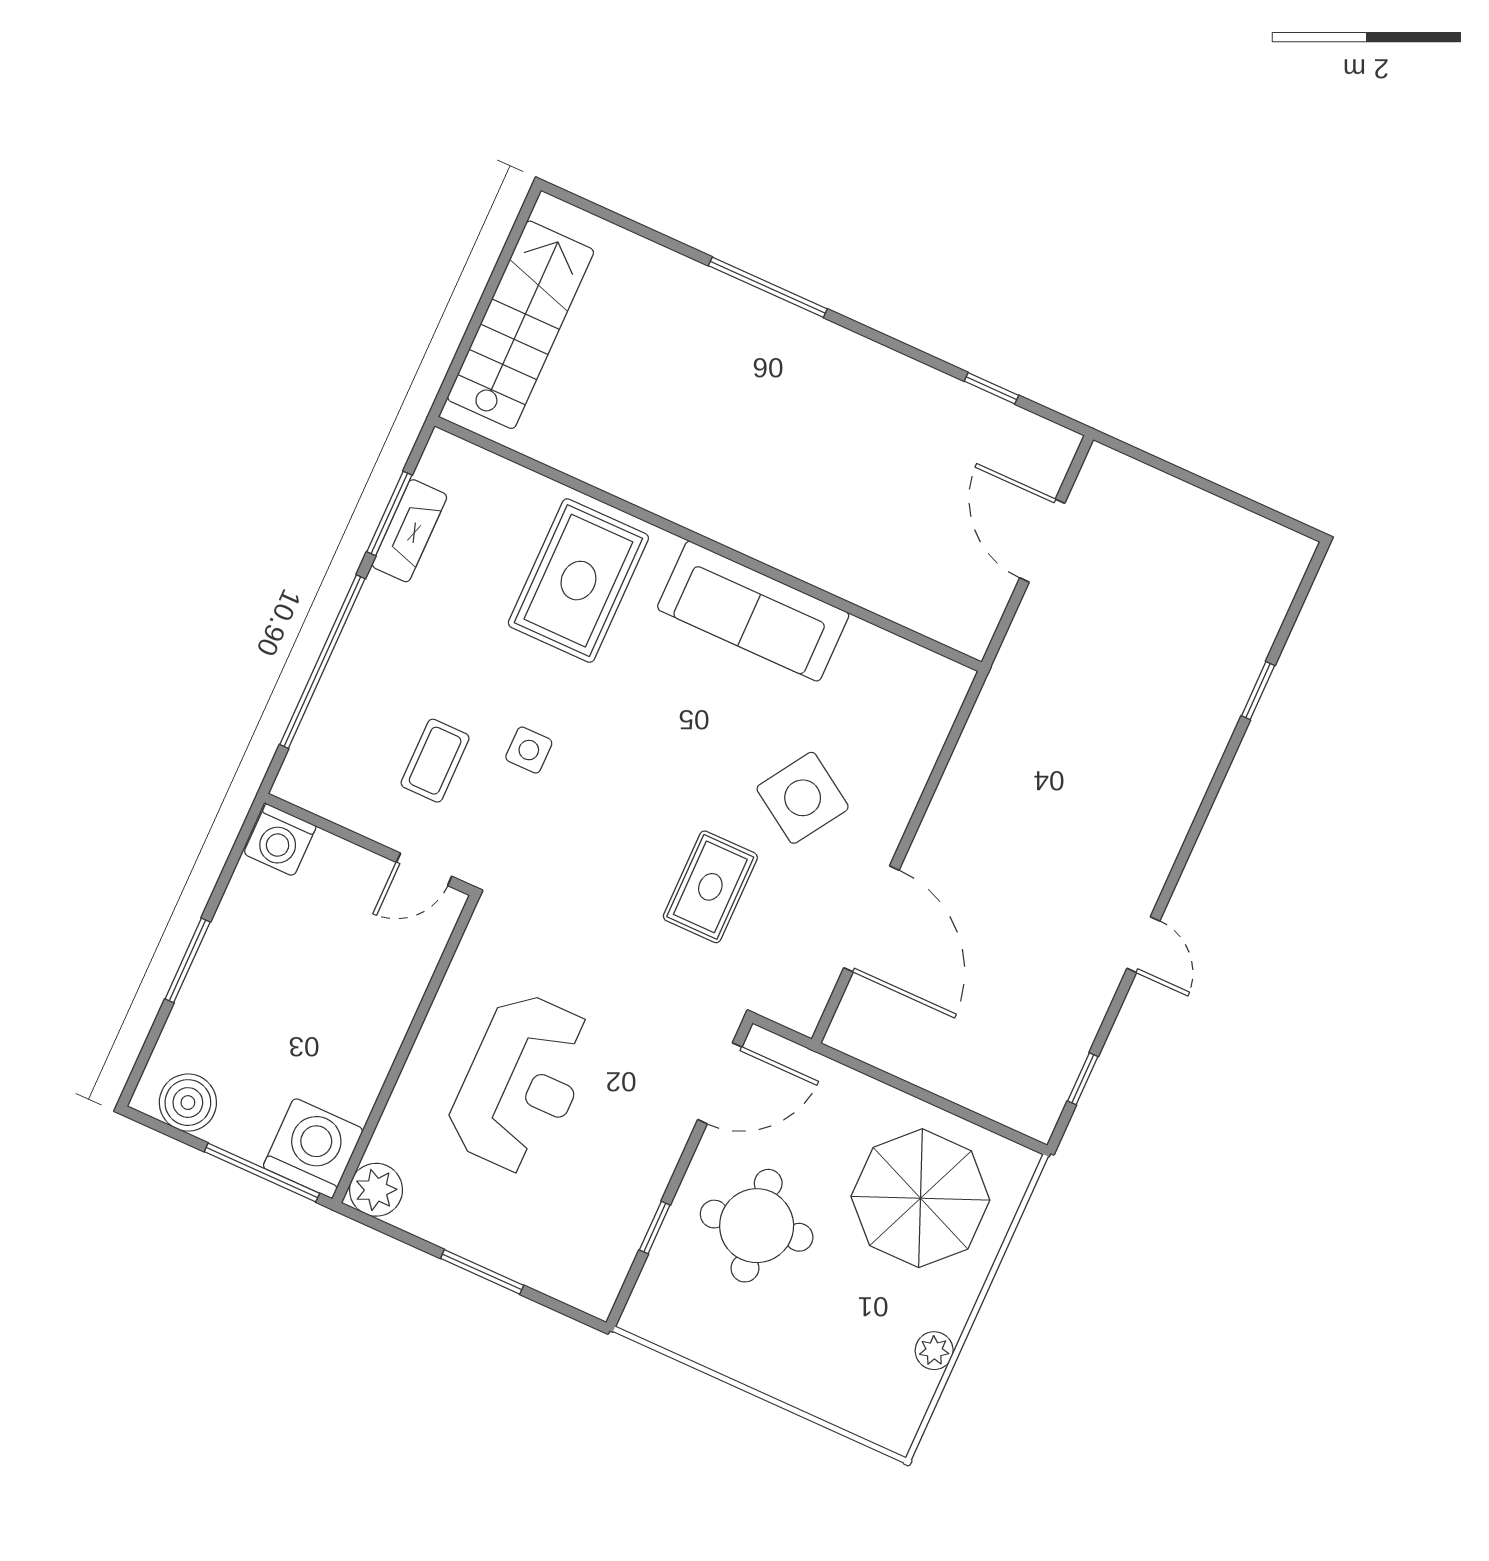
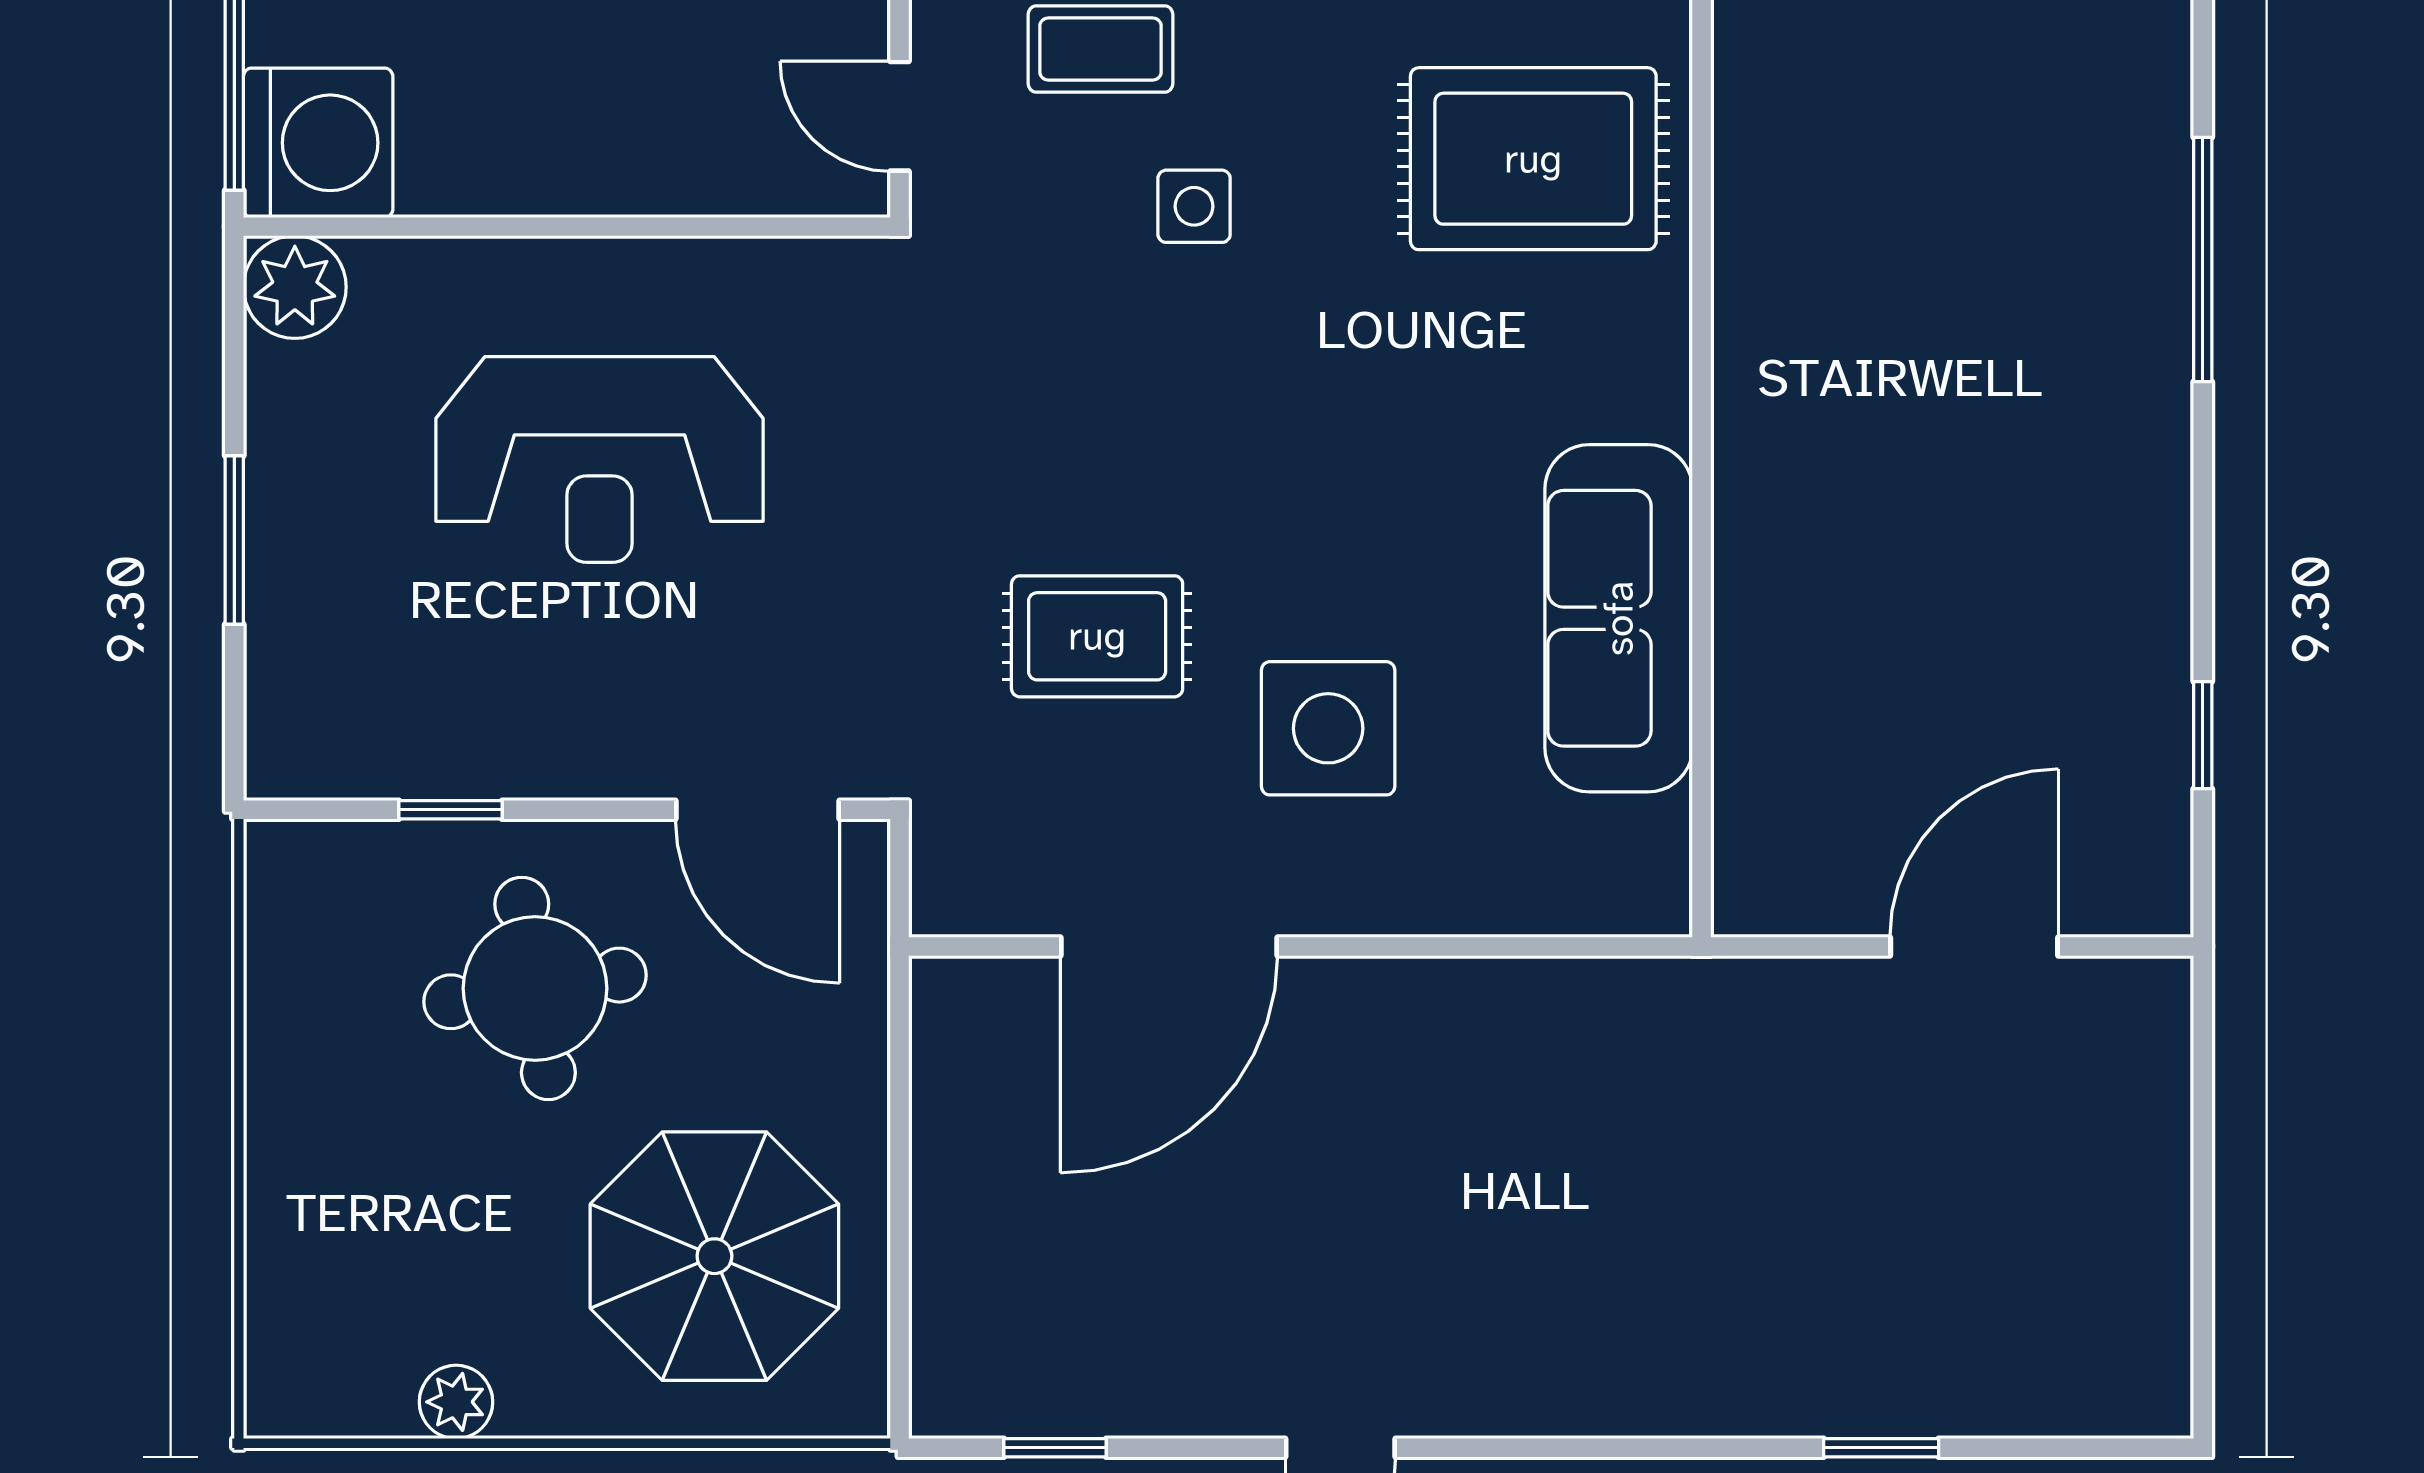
sofa: (753, 611) -> (1619, 618), moved
side table: (803, 798) -> (1328, 728), turned -33

